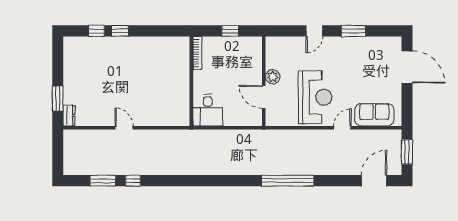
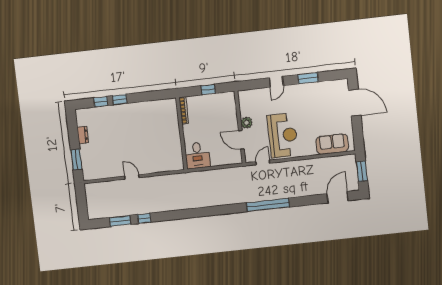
dresser: (69, 116) -> (83, 135), moved
door: (342, 128) -> (263, 162), moved

